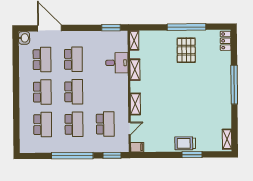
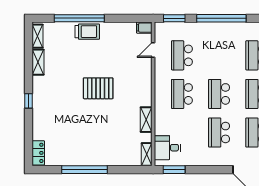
pallet: (186, 50) -> (98, 88), moved, turned 90
desk: (117, 63) -> (167, 148), moved
window: (234, 85) -> (28, 101), width x0.32
shelving: (135, 104) -> (38, 62), moved
school desk: (74, 124) -> (182, 94), moved
window: (192, 155) -> (79, 18), width x2.11

